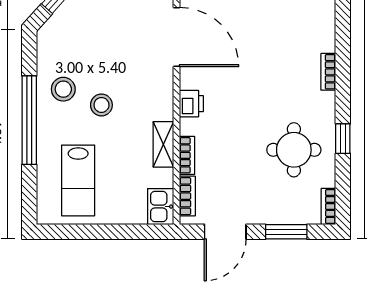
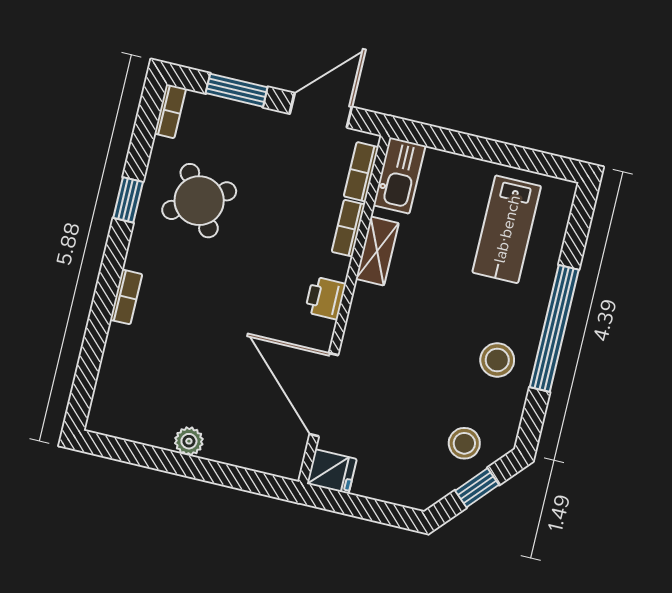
stool: (101, 105) -> (464, 443), moved
round table: (294, 150) -> (199, 201), turned -32
lab bench: (78, 180) -> (507, 229), turned 180
kitchen sink: (161, 207) -> (399, 175), width x1.38

